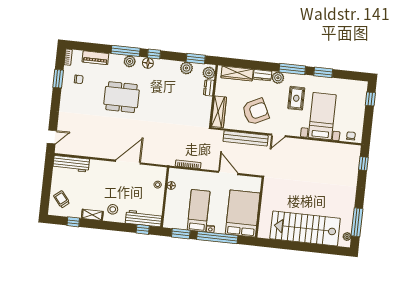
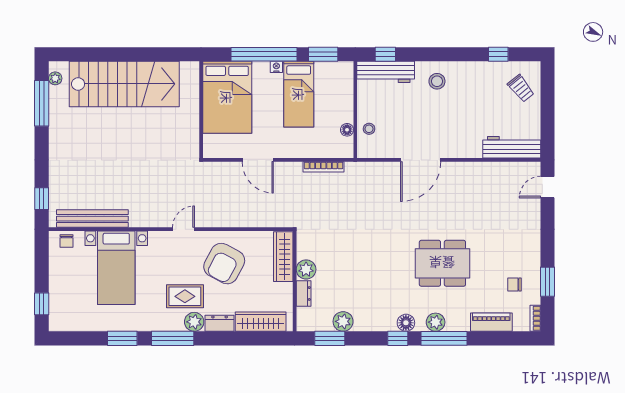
plant: (209, 73) -> (306, 269), moved
rug: (296, 98) -> (185, 296), moved, turned 90
armchair: (256, 112) -> (224, 264), turned -36
bench: (246, 138) -> (92, 219), moved
shelving: (92, 215) -> (469, 69), removed

